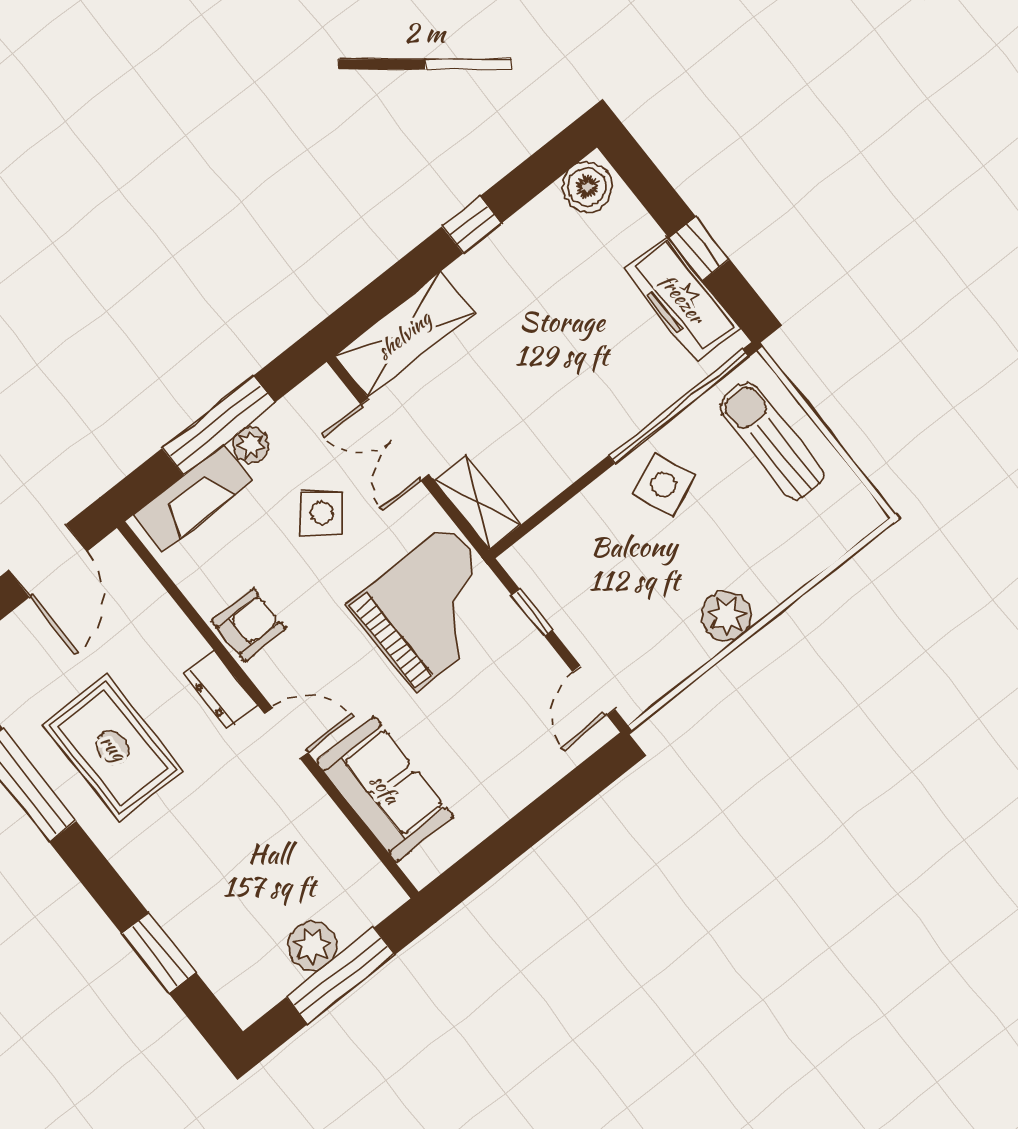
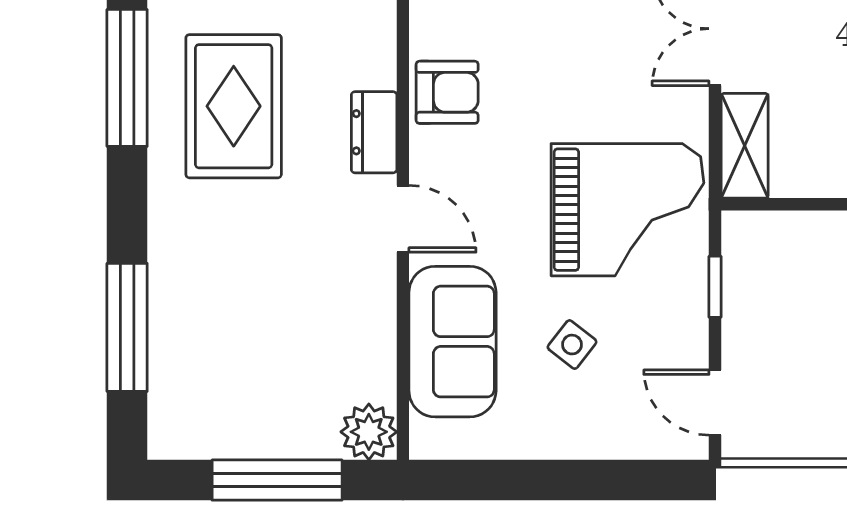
side table: (322, 513) -> (572, 345), moved, width x0.73, depth x0.73
door: (594, 690) -> (715, 403), hinge flipped
plant: (312, 946) -> (369, 432), moved
window: (159, 953) -> (127, 327), width x1.44

